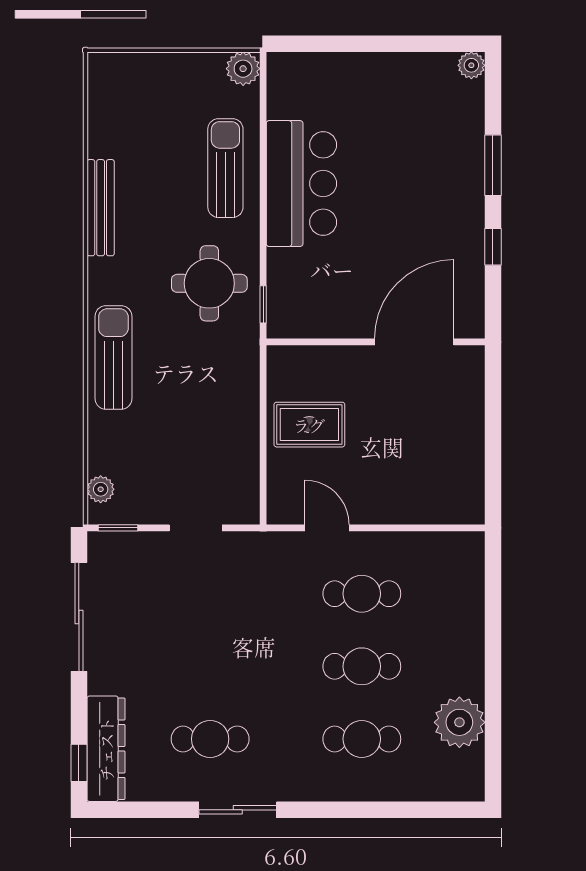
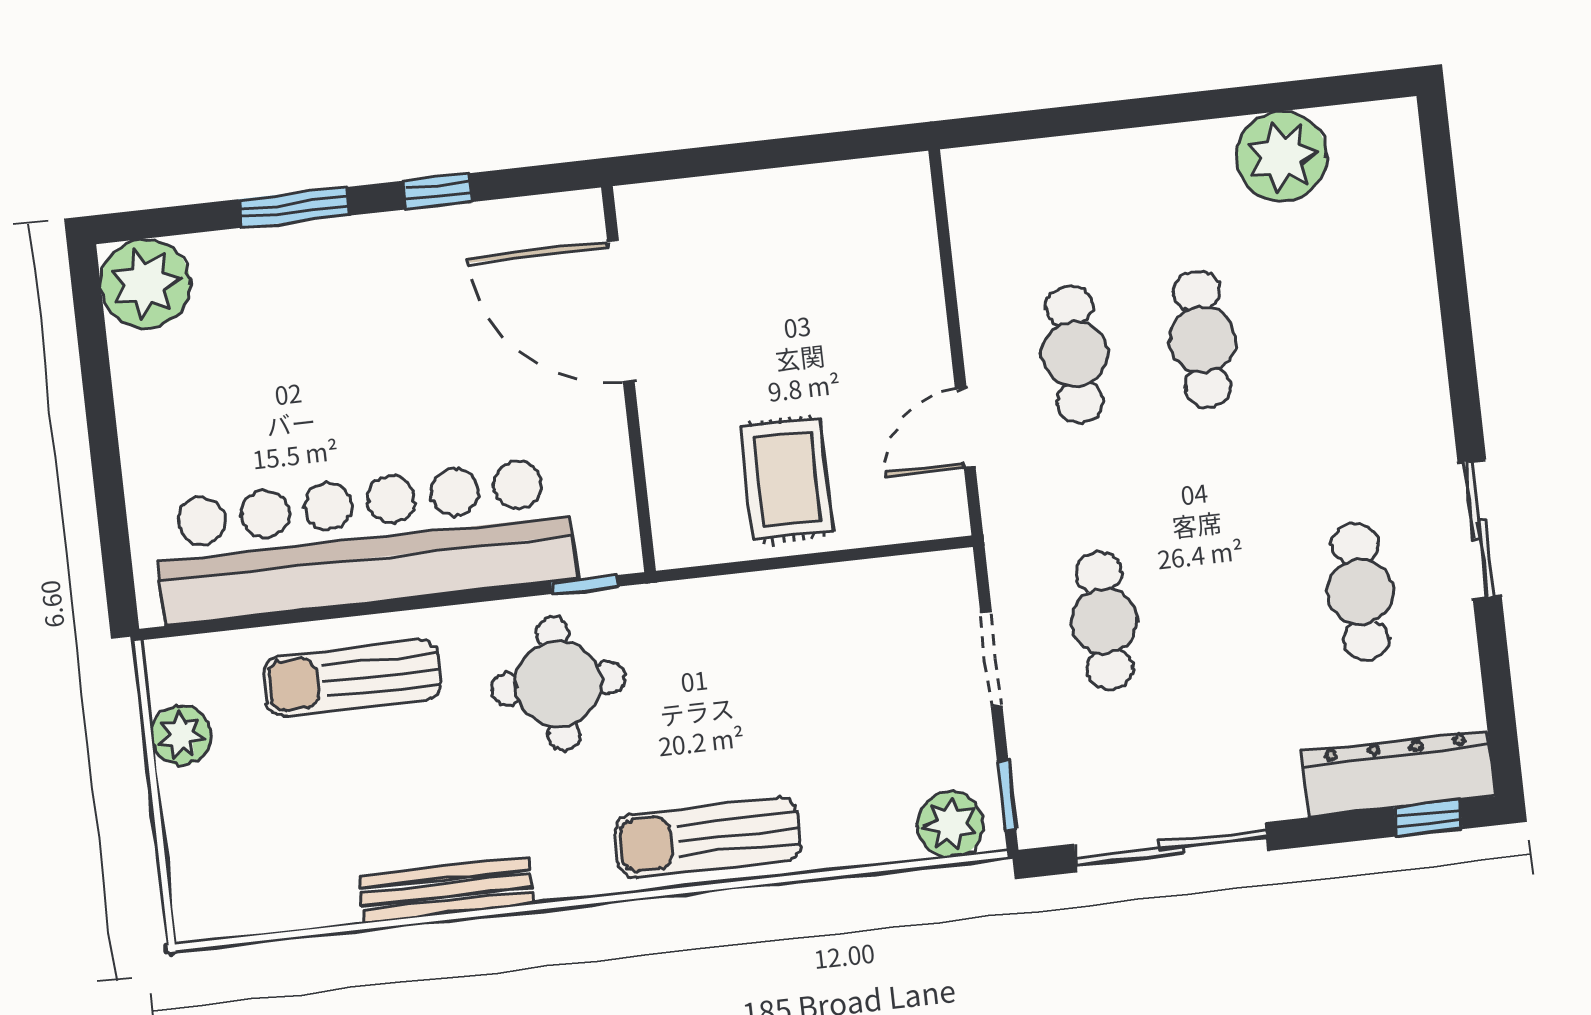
plant: (471, 65) -> (145, 284), width x1.87, depth x1.87
plant: (243, 69) -> (181, 735), moved
bar counter: (301, 184) -> (364, 541), width x1.86
plant: (101, 489) -> (950, 824), width x1.38, depth x1.38
cafe table: (362, 739) -> (1104, 621), moved

